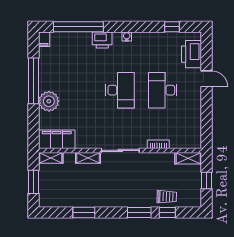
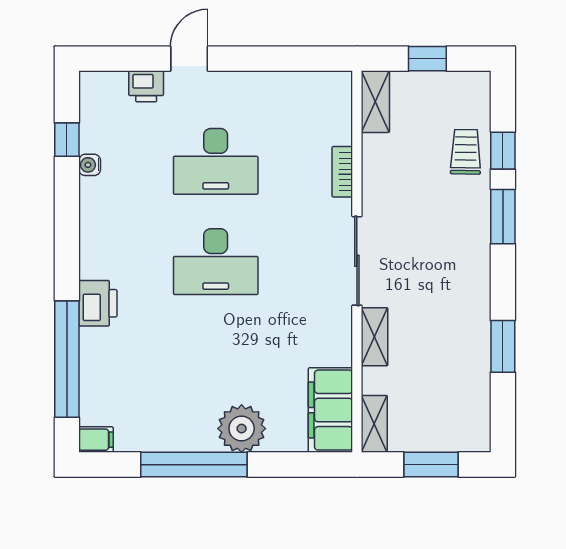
water cooler: (127, 36) -> (90, 165), moved
printer: (191, 54) -> (146, 86), width x0.53, depth x0.68
desk: (120, 90) -> (216, 262), turned 180

